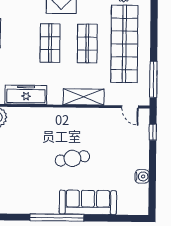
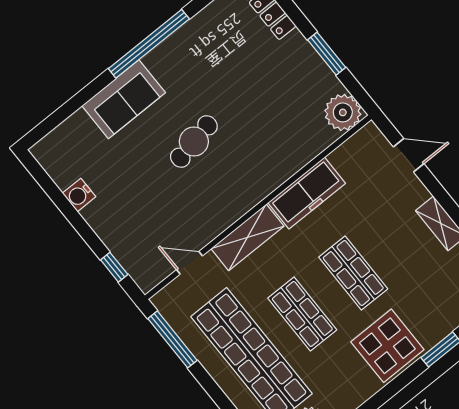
freezer: (26, 95) -> (307, 193), moved
door: (130, 107) -> (189, 263), moved
sofa: (88, 202) -> (124, 99), width x0.73

